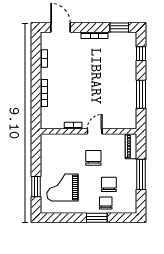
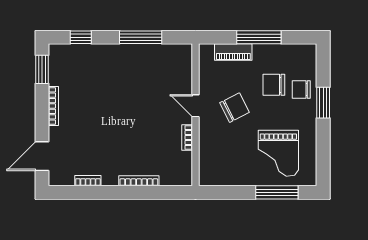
piano: (131, 146) -> (233, 52), moved
chair: (93, 158) -> (235, 108), turned 153
window: (36, 187) -> (277, 192), width x1.44

